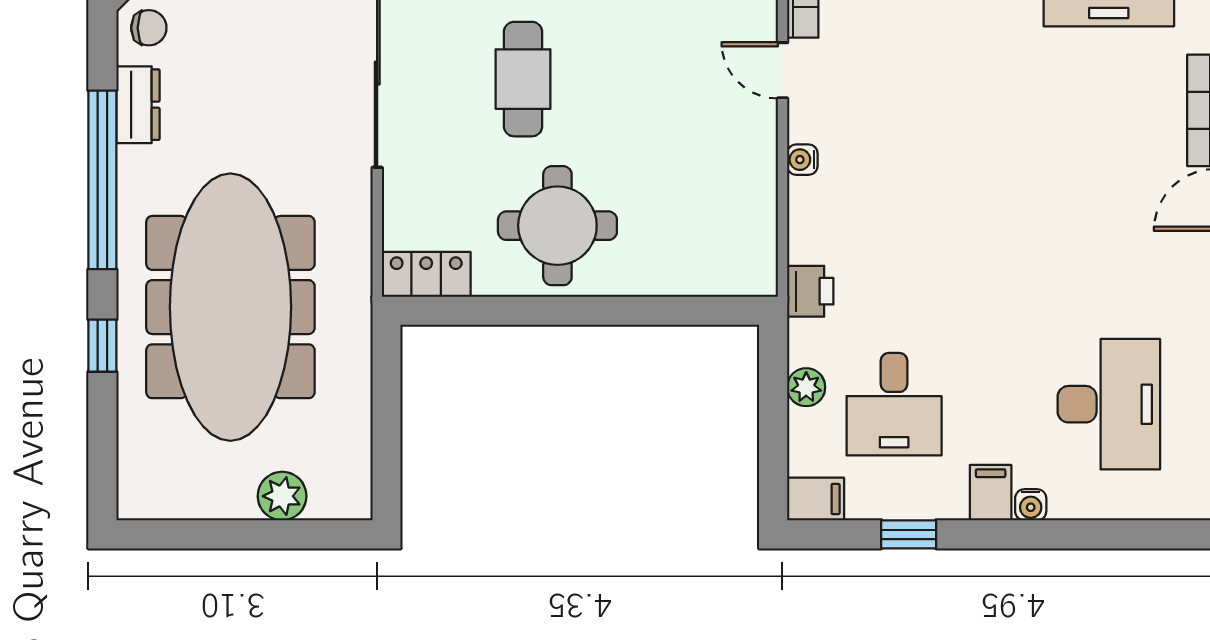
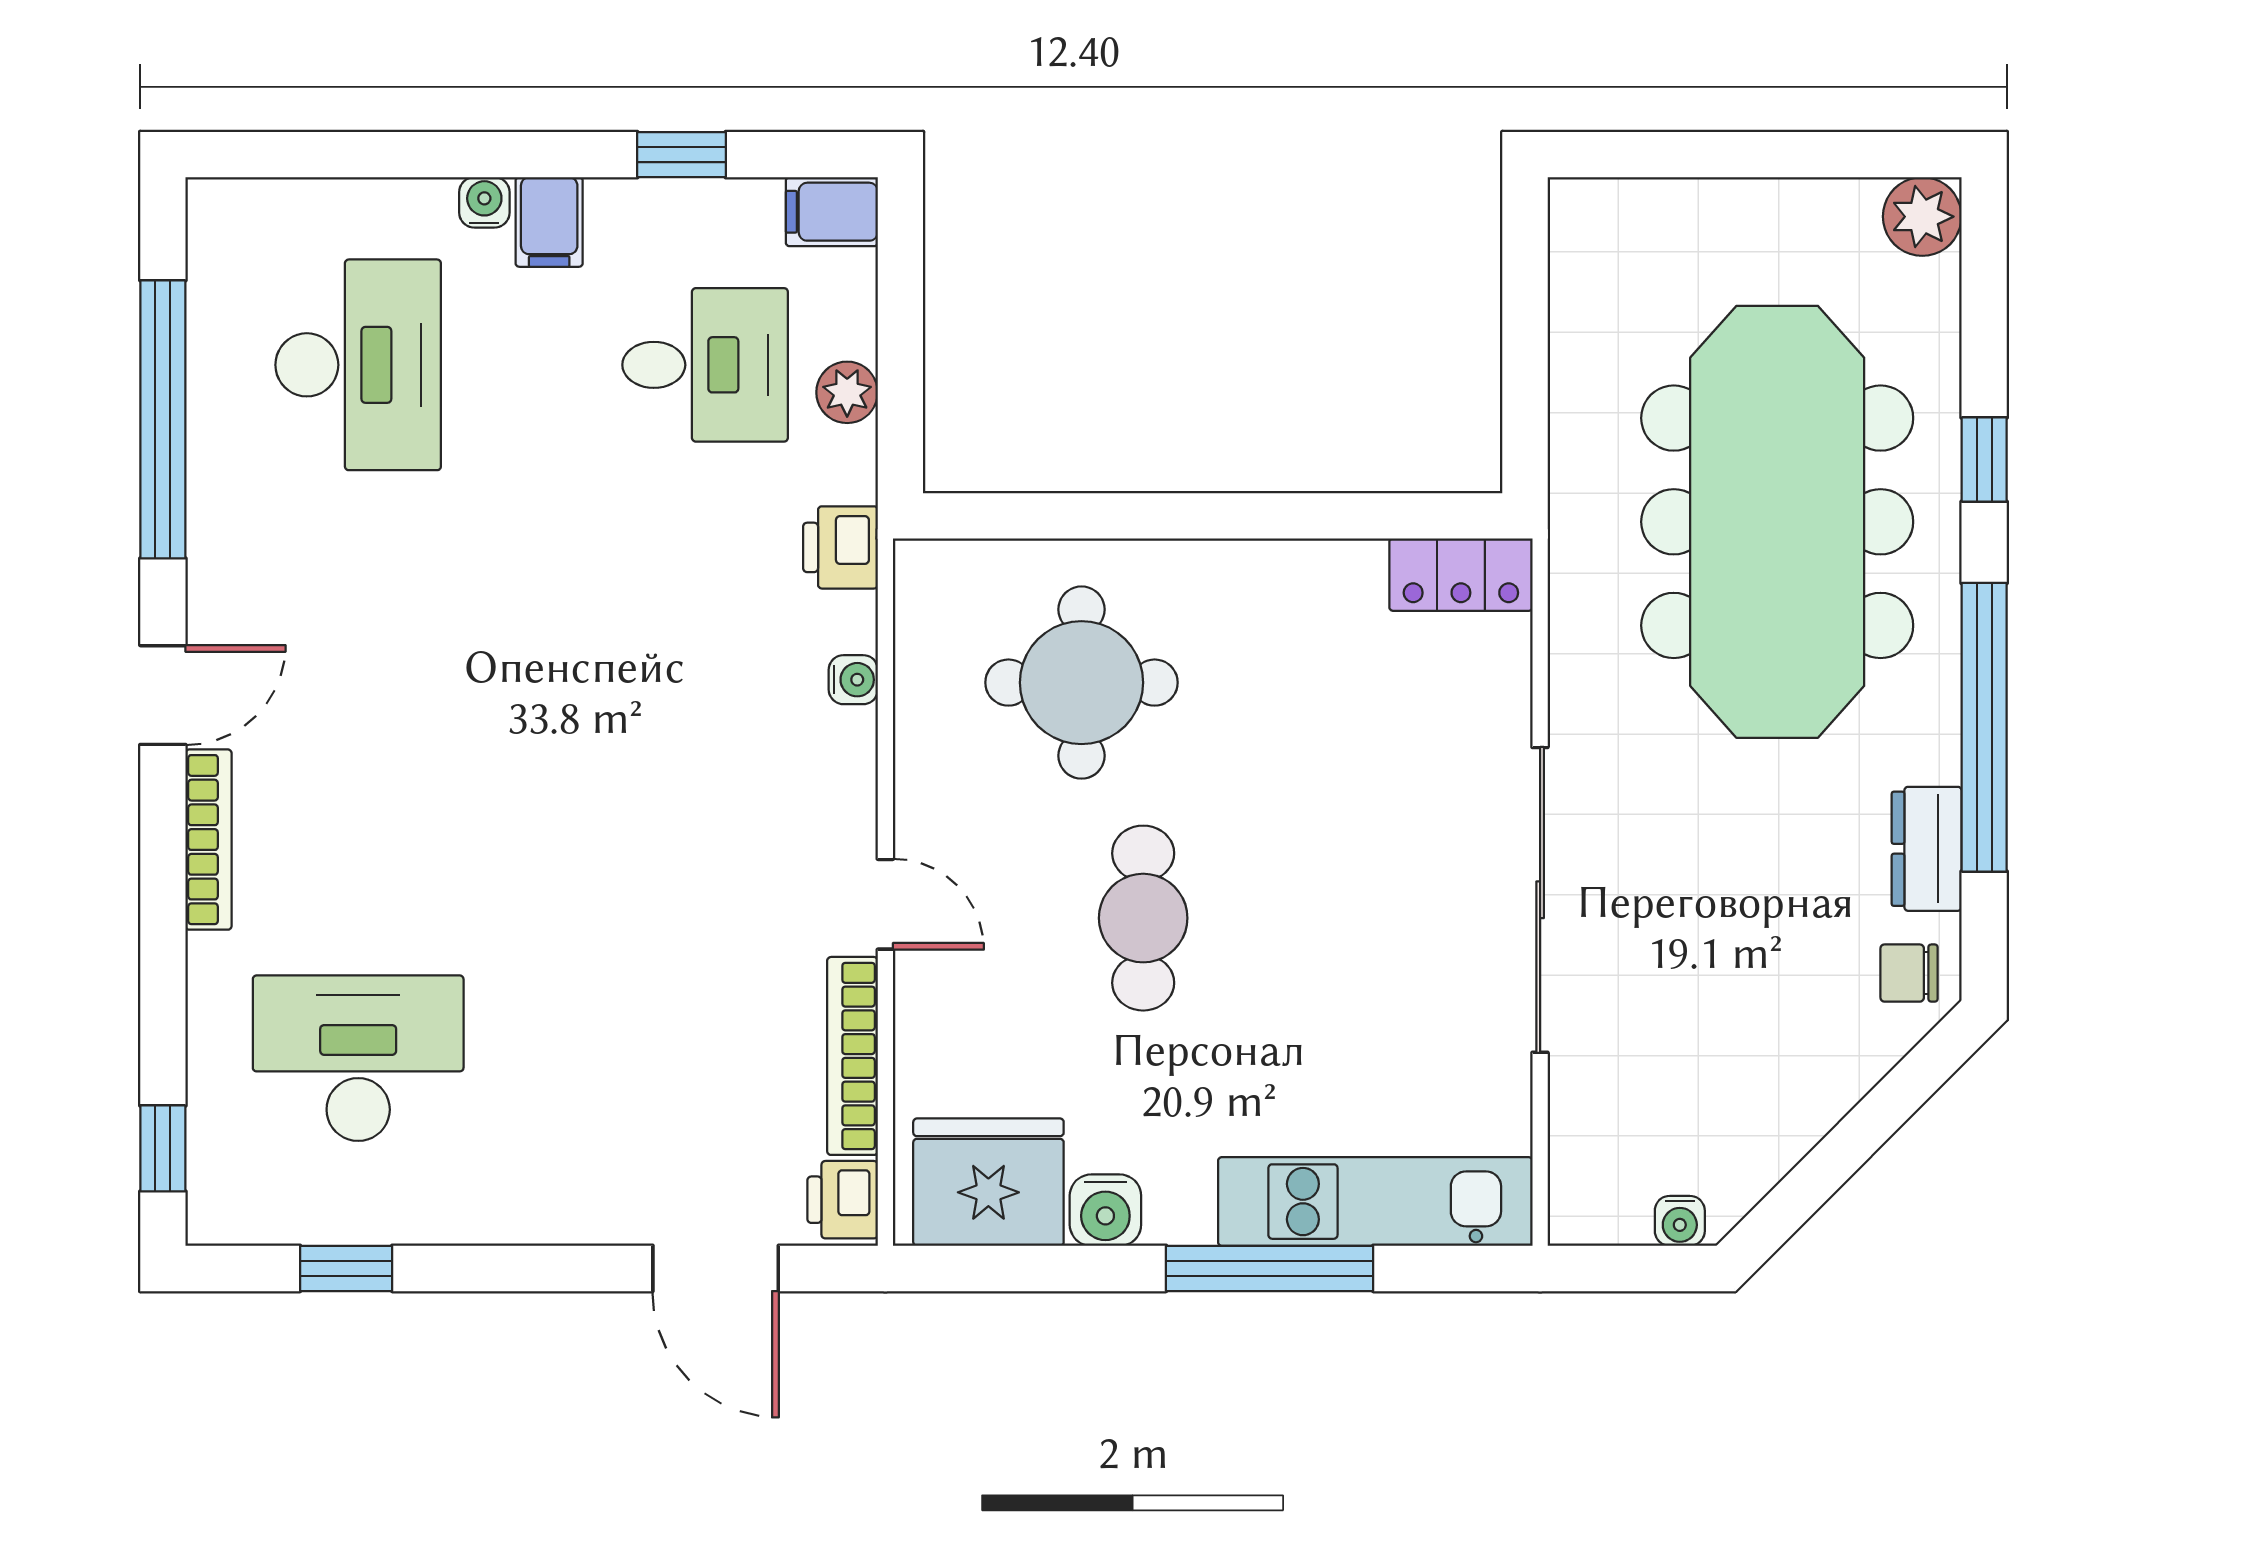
cafe table: (523, 79) -> (1143, 918), moved
water cooler: (802, 160) -> (853, 680), moved
round table: (557, 226) -> (1081, 683), moved
desk: (894, 404) -> (705, 365), turned 90
desk: (1109, 404) -> (358, 365), turned 180
plant: (282, 496) -> (1922, 217), moved

